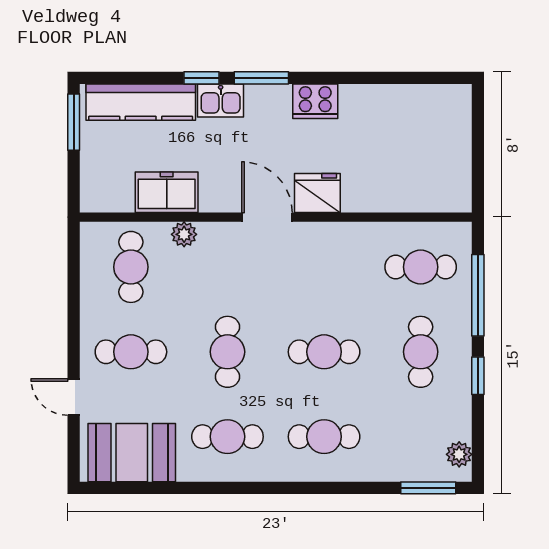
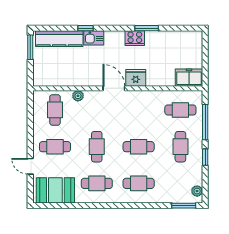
window: (261, 78) -> (147, 28), moved
freezer: (167, 192) -> (189, 78), moved

